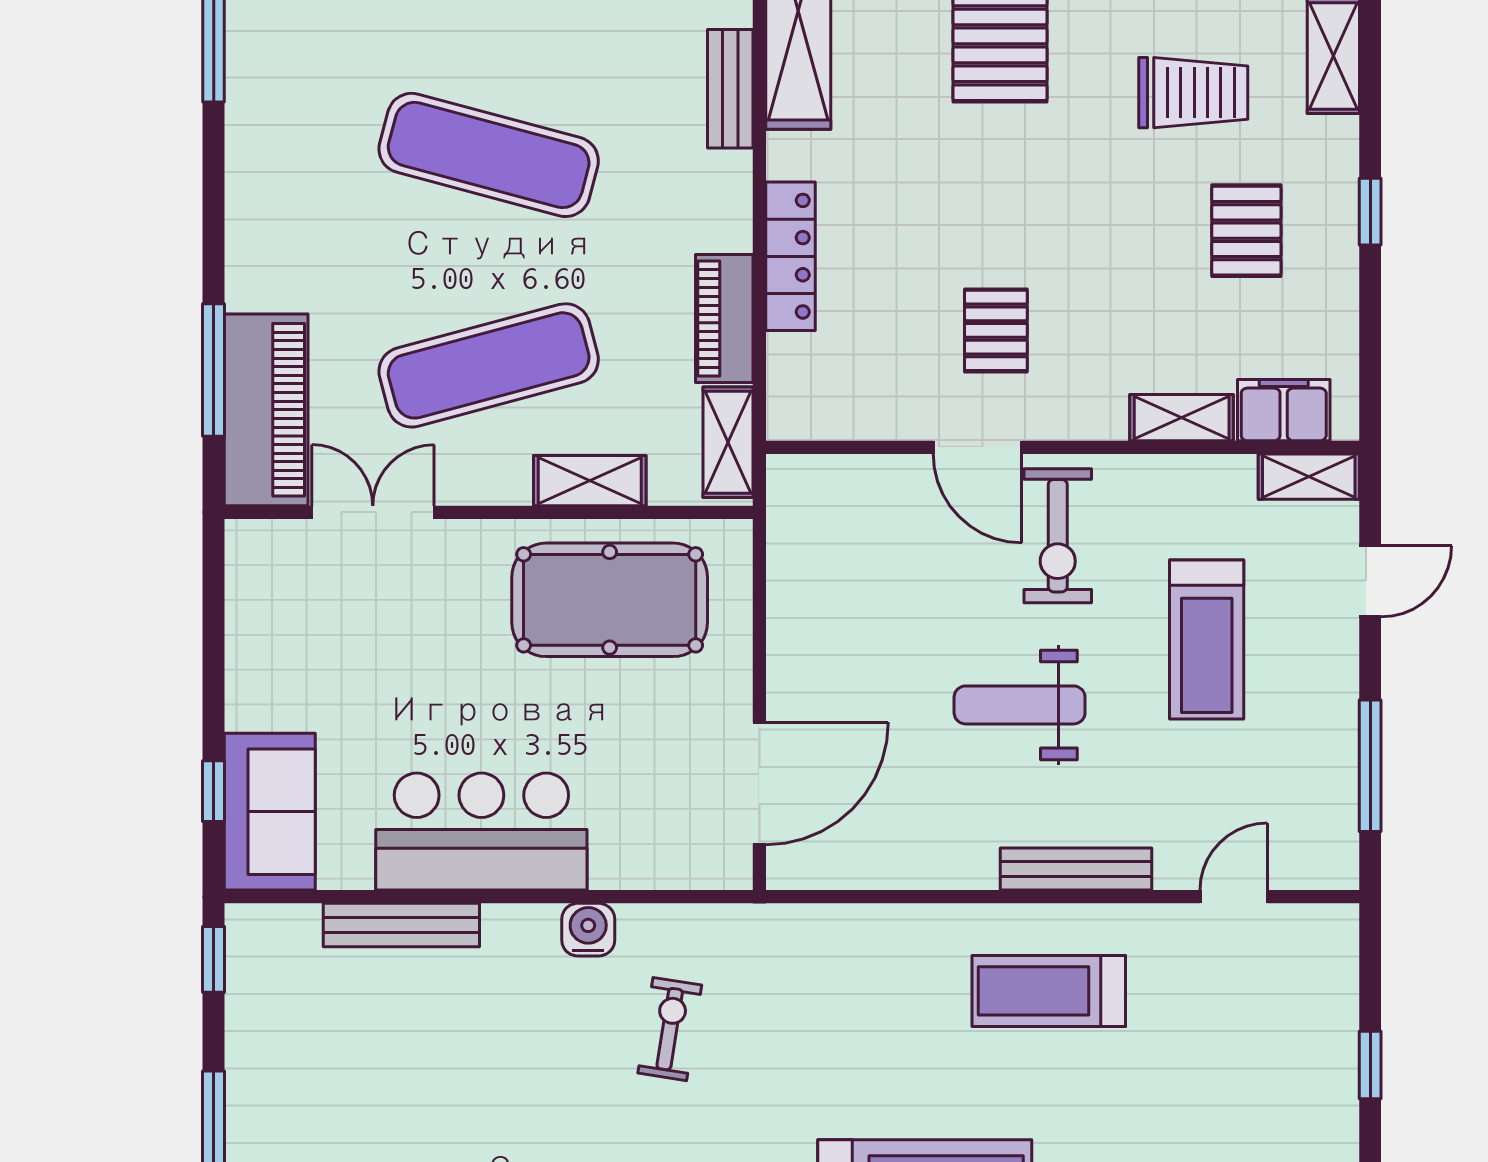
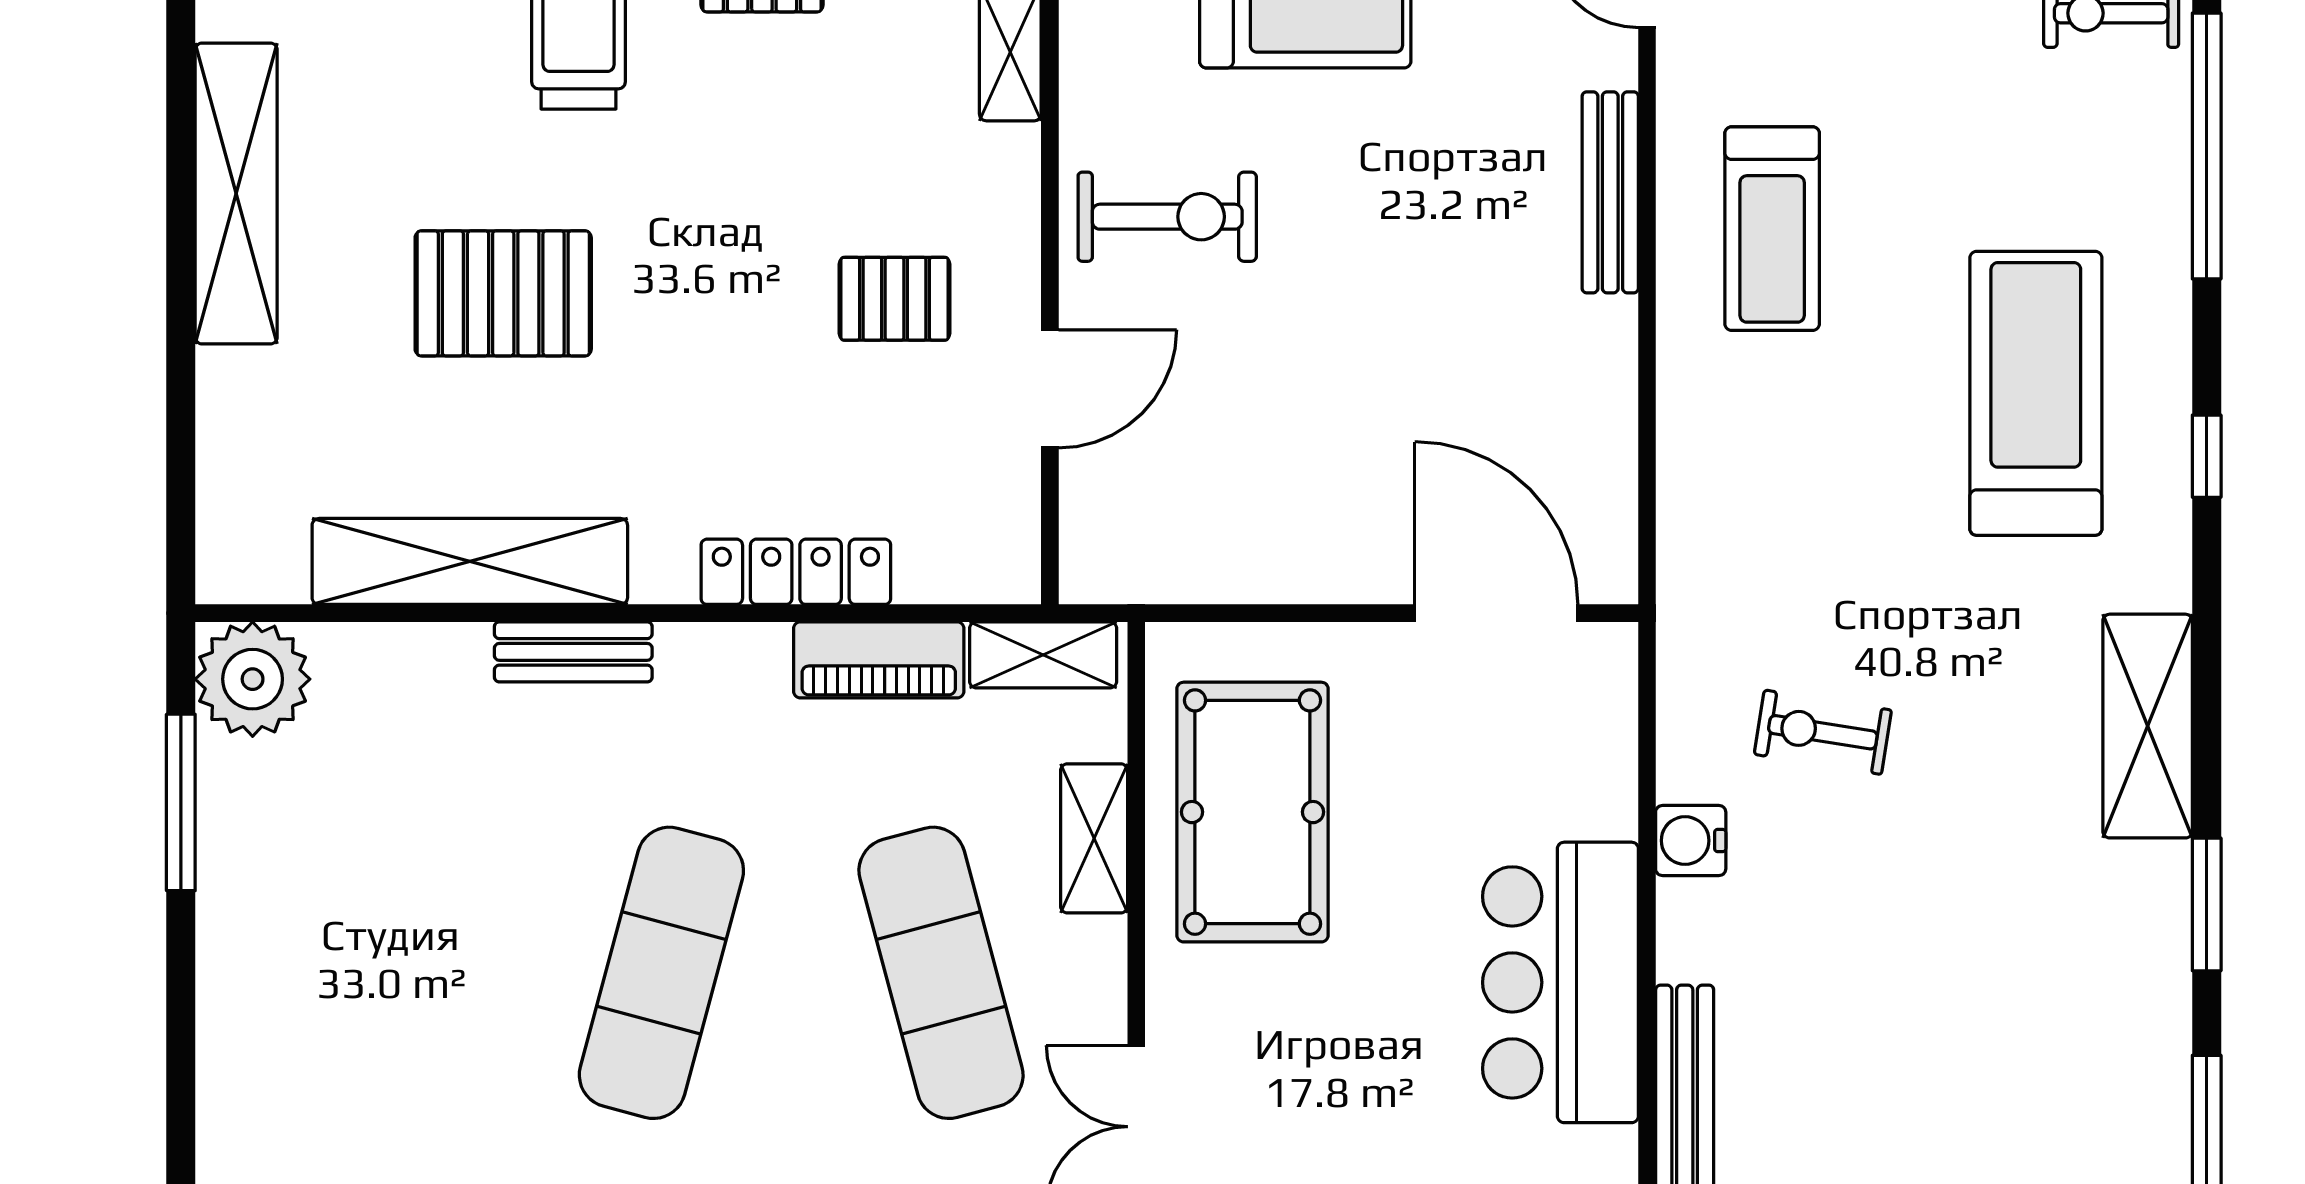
door: (977, 447) -> (1050, 389), moved
weight bench: (1020, 705) -> (1392, 267), removed

